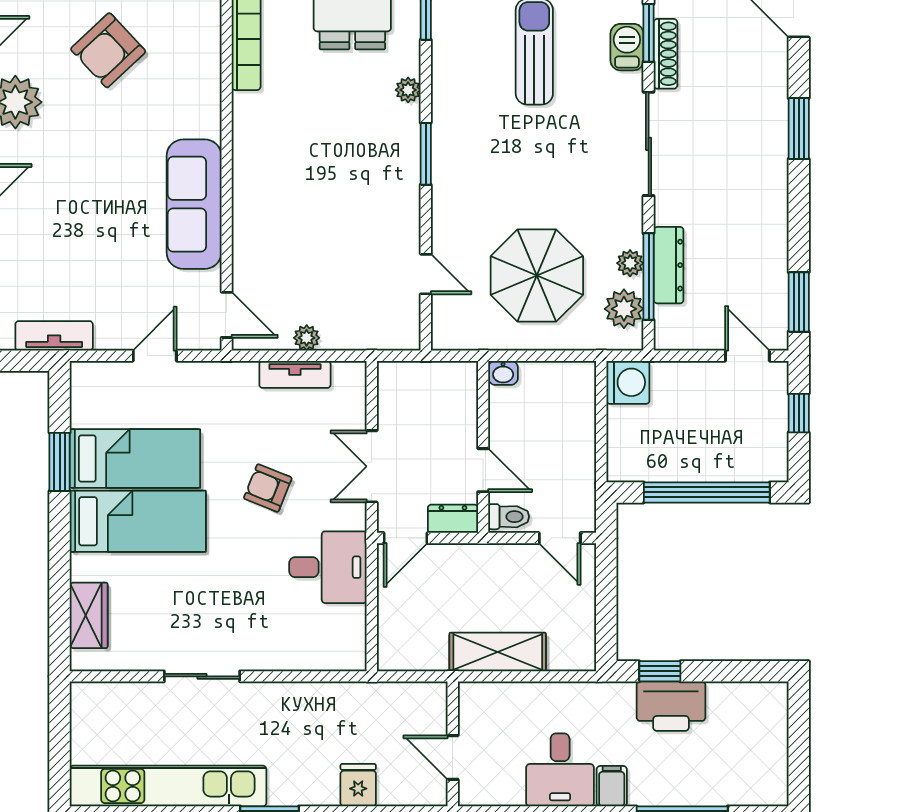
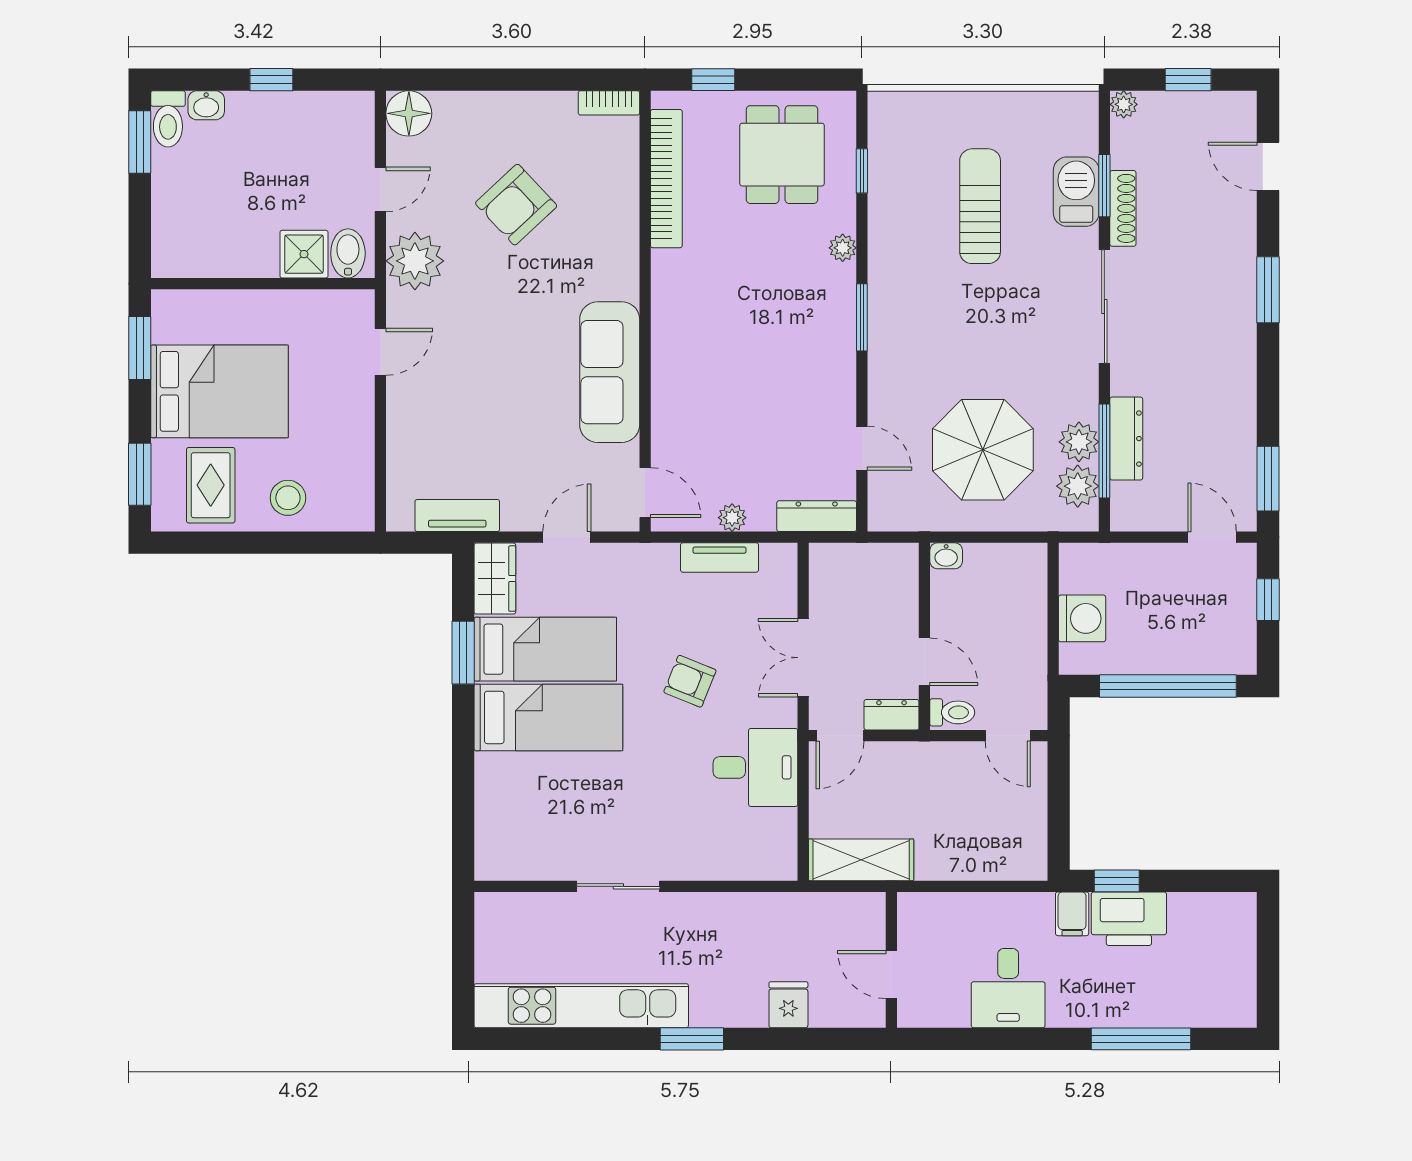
barbecue: (627, 47) -> (1076, 192), width x1.38, depth x1.27
plant: (630, 263) -> (1079, 442), width x1.38, depth x1.38
dresser: (384, 336) -> (817, 516), added
washing machine: (628, 382) -> (1082, 618), moved
wardrobe: (89, 615) -> (495, 579), moved
shelving: (498, 652) -> (861, 860), moved
filing cabinet: (612, 786) -> (1072, 914), moved, turned 180

